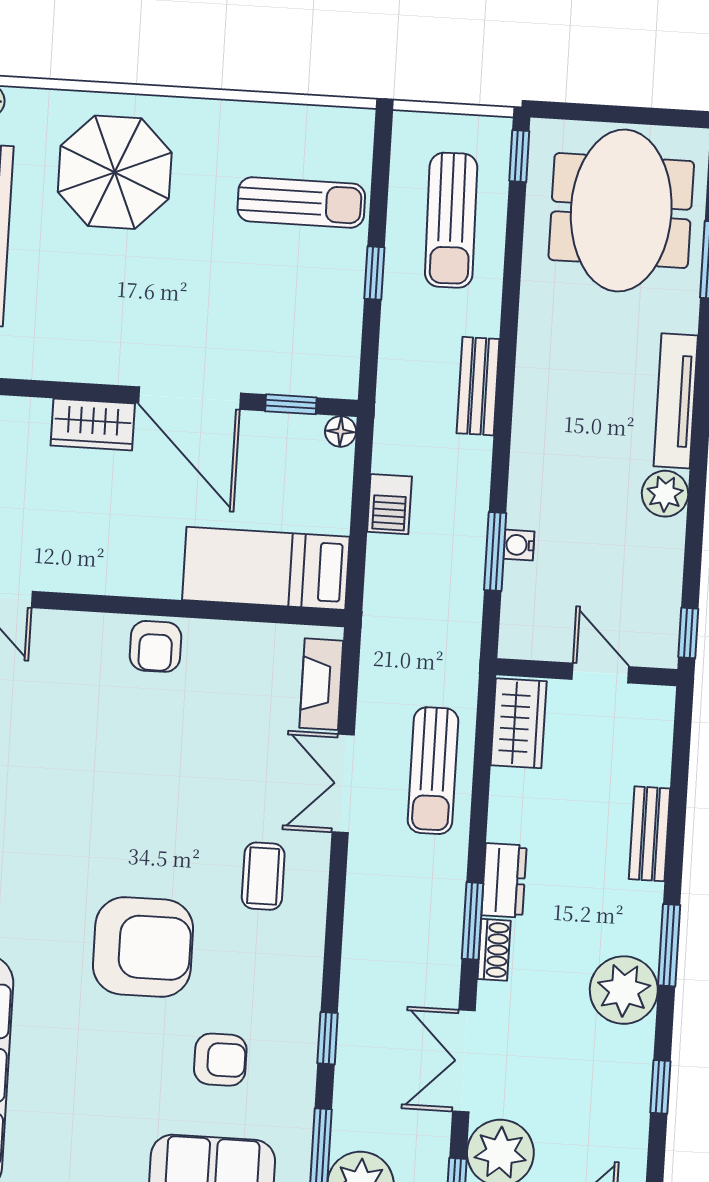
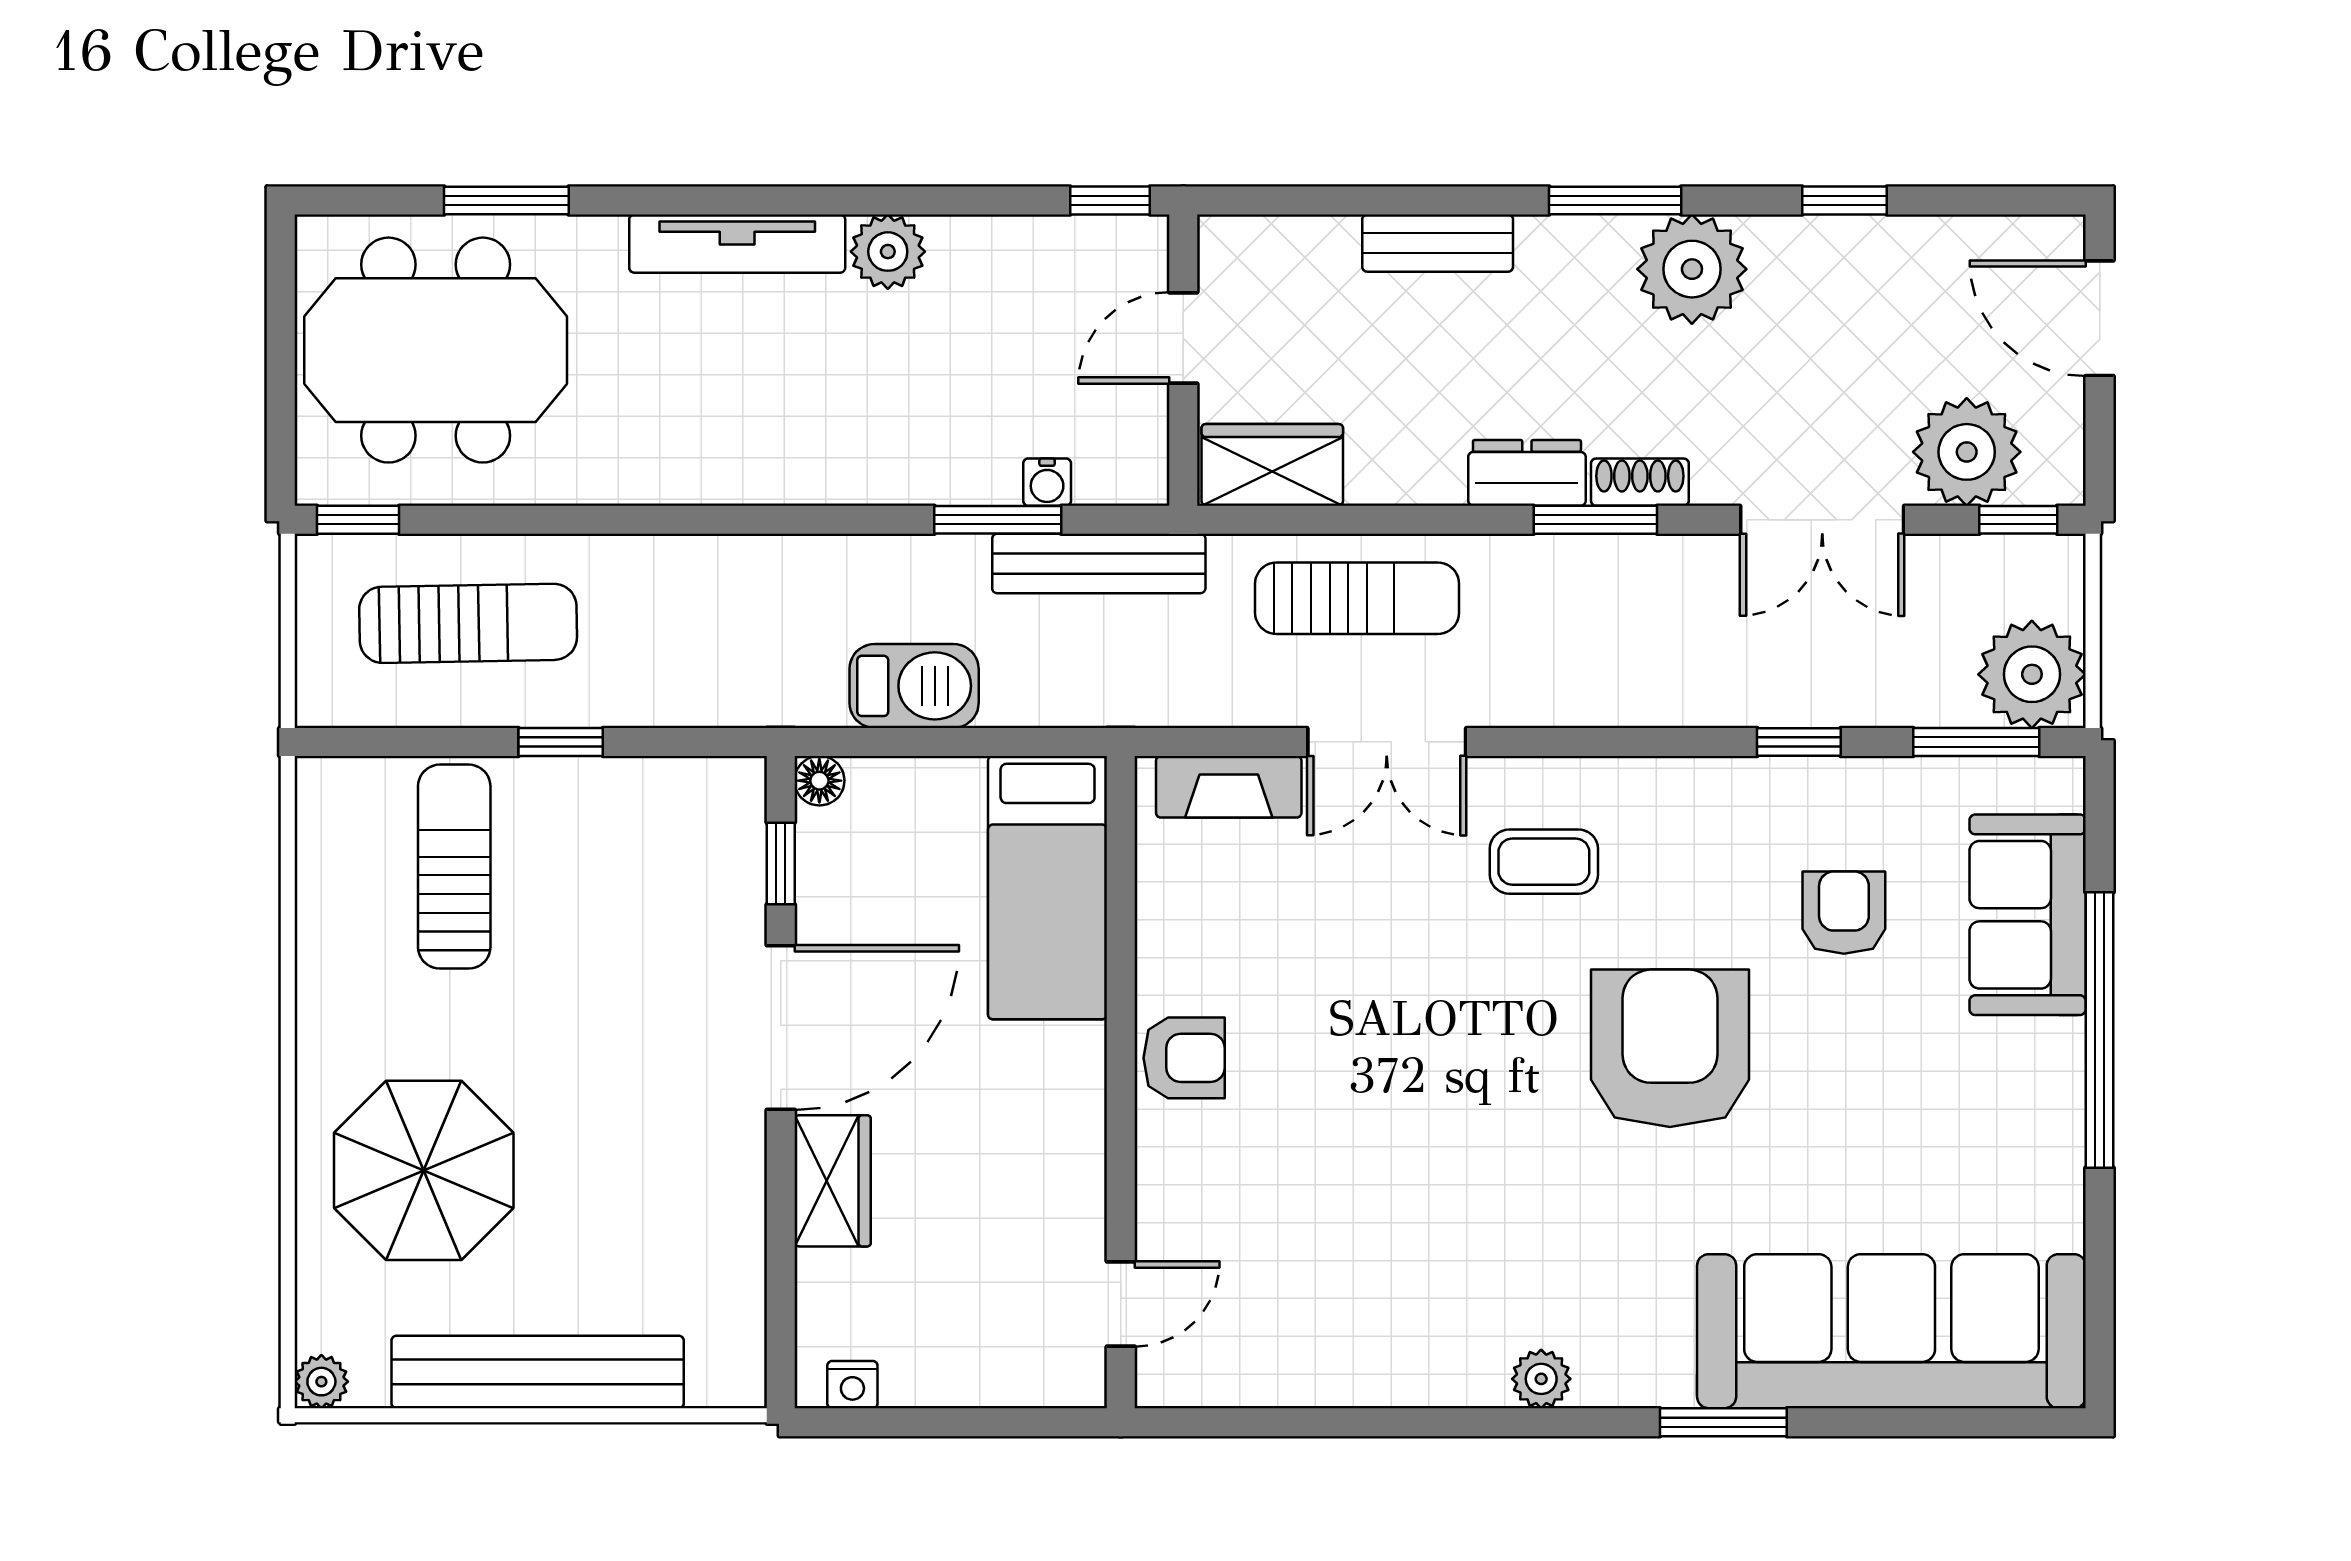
bench: (478, 386) -> (1099, 563), moved, width x1.36
barbecue: (389, 504) -> (914, 686), width x1.38, depth x1.27
water cooler: (519, 545) -> (1047, 482), moved

